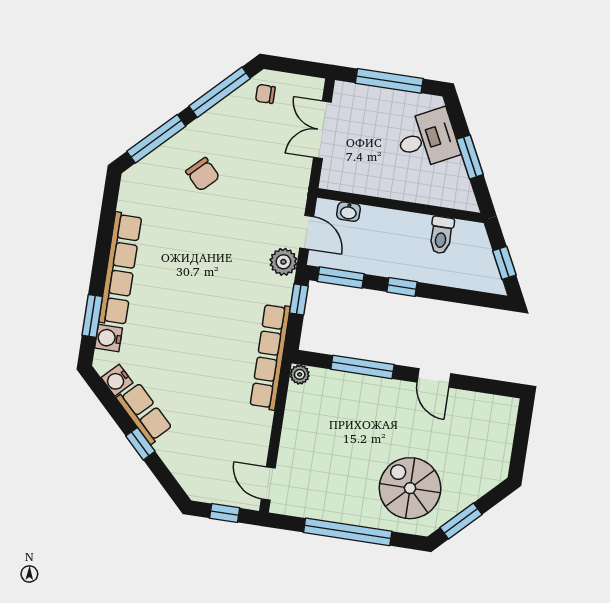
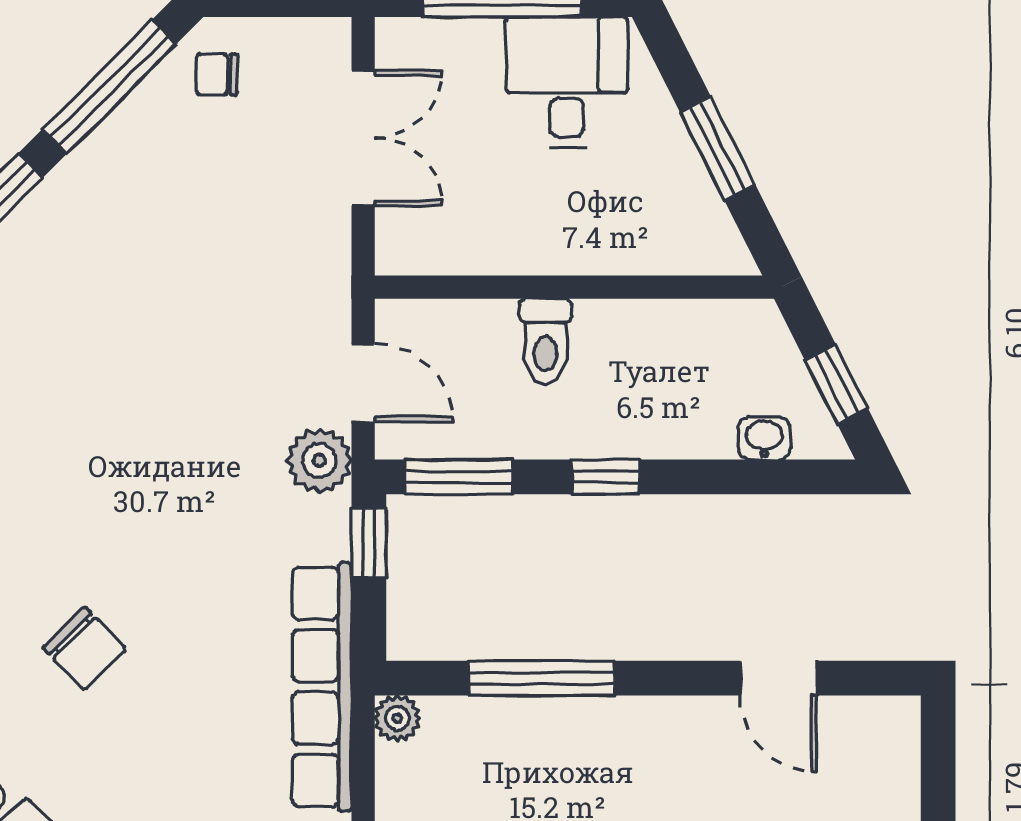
double door: (322, 130) -> (363, 138), swing flipped
desk: (427, 139) -> (567, 82), moved, turned -63
chair: (203, 174) -> (85, 648), moved
washbasin: (348, 212) -> (764, 438), moved, turned 180
toilet: (441, 235) -> (546, 342), moved
door: (434, 378) -> (778, 678), moved

